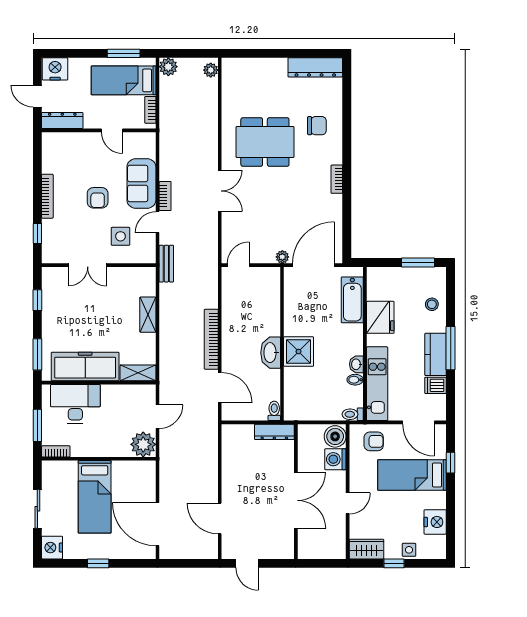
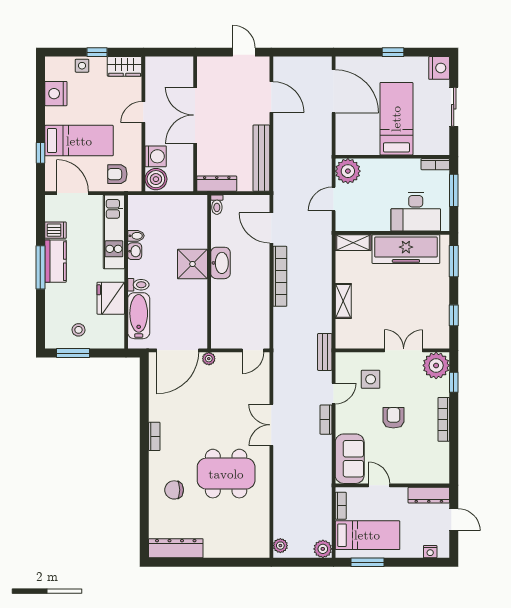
nightstand: (55, 69) -> (430, 552), width x0.53, depth x0.56
sofa: (141, 184) -> (350, 459), moved
plant: (55, 250) -> (436, 365), added
stool: (432, 304) -> (78, 330), moved
toilet: (353, 414) -> (138, 285), moved
bench: (230, 457) -> (261, 158), added

